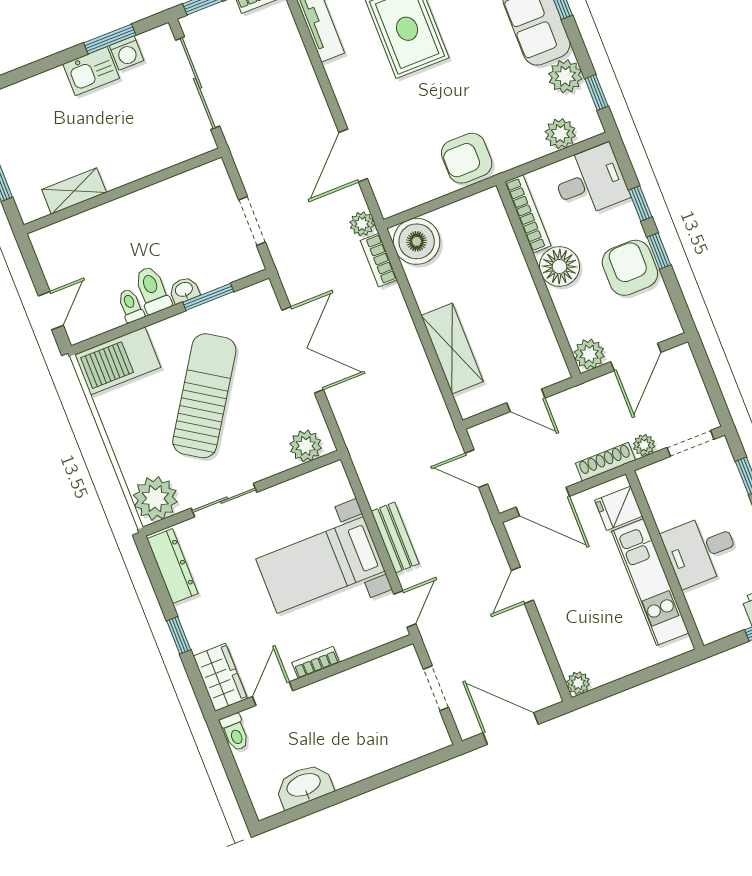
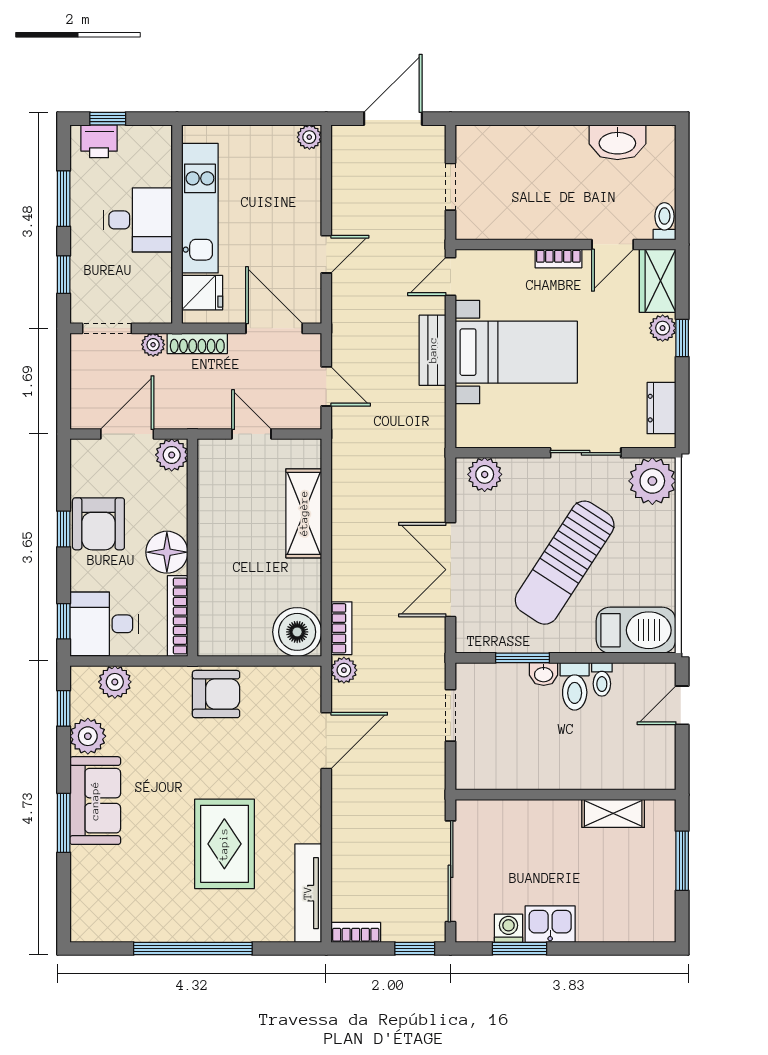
window: (640, 203) -> (64, 621), moved
dresser: (172, 566) -> (661, 408), width x0.70
plant: (199, 637) -> (663, 328), added
door: (511, 728) -> (393, 119), swing flipped

